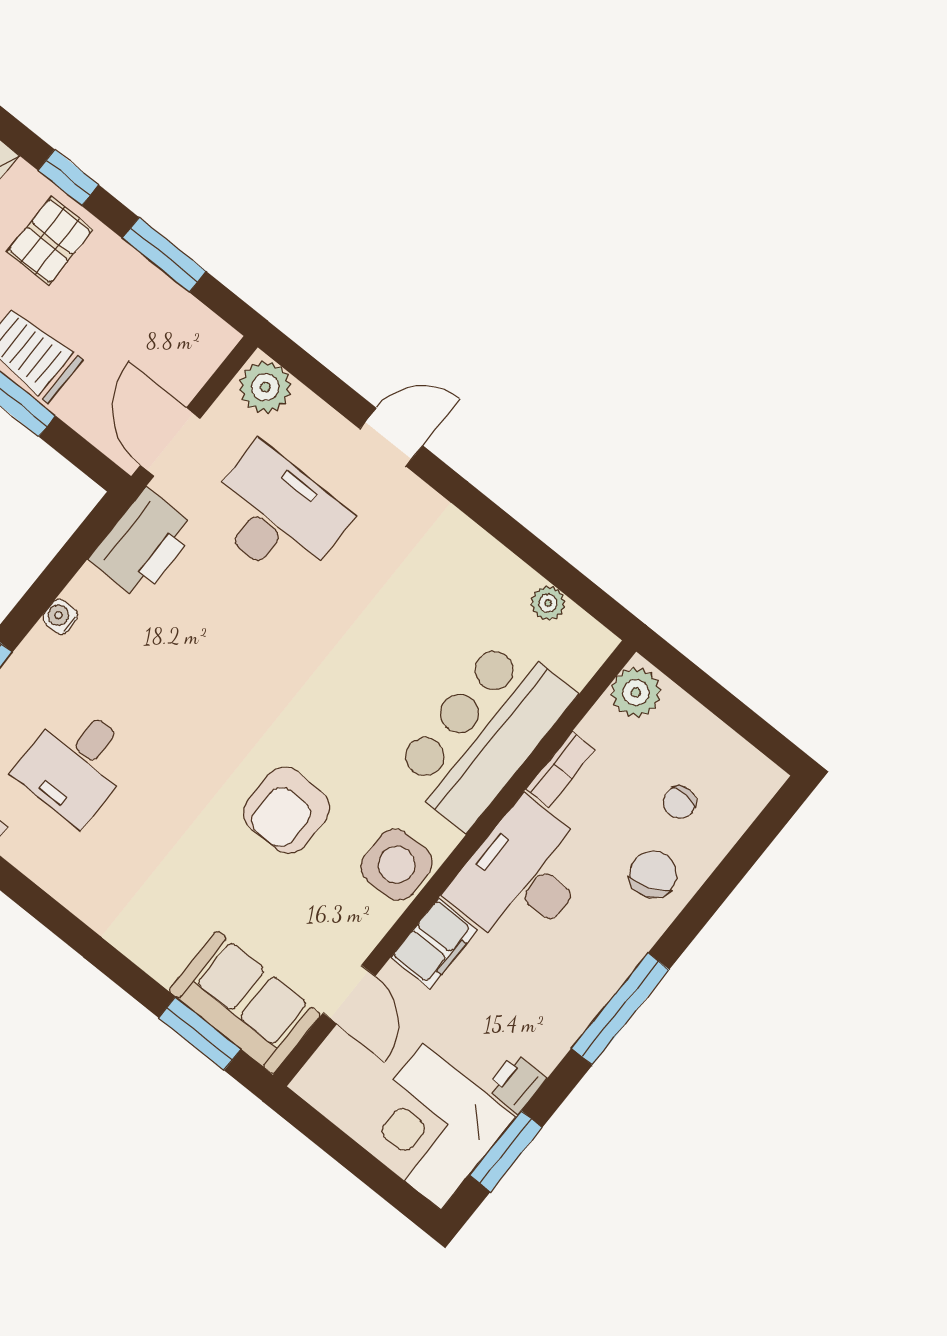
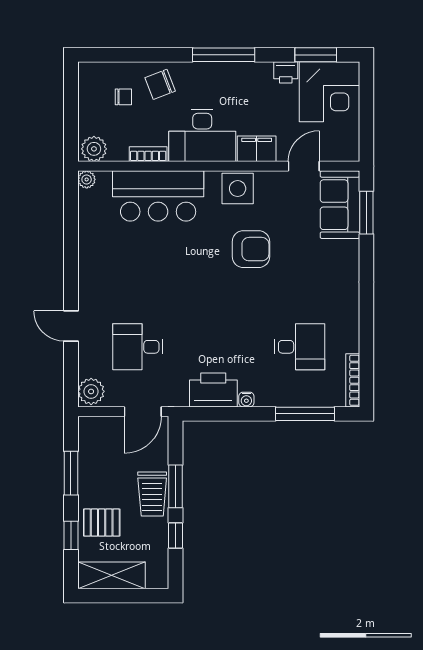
desk: (276, 515) -> (138, 347), width x0.73
printer: (143, 544) -> (213, 390), moved
plant: (548, 603) -> (87, 179), moved

